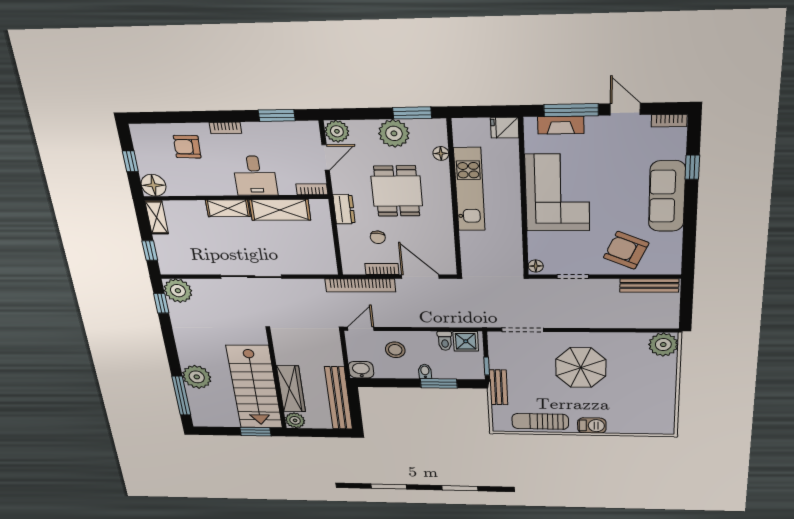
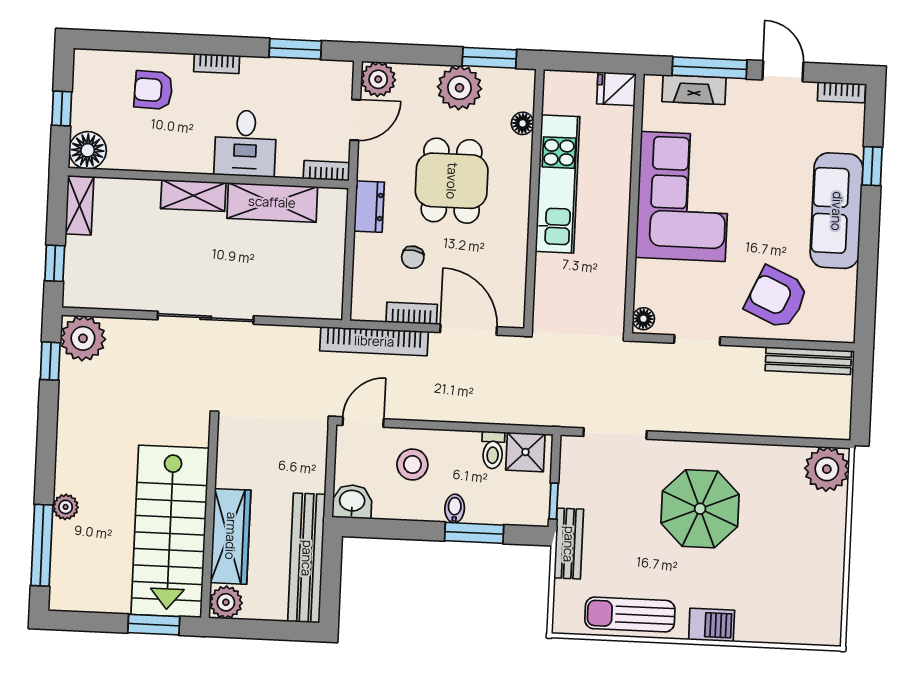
plant: (197, 377) -> (66, 507), width x0.53, depth x0.53

